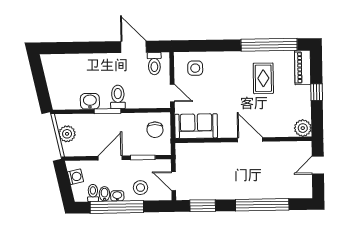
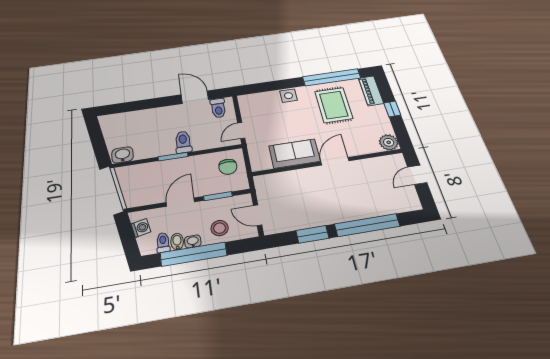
side table: (195, 68) -> (288, 96), moved
rug: (263, 78) -> (334, 105), width x1.36, depth x1.43
door: (172, 93) -> (241, 131), swing flipped
washbasin: (90, 101) -> (122, 155), moved
sofa: (196, 126) -> (294, 153), moved
plant: (67, 134) -> (129, 185), removed
door: (250, 140) -> (335, 161), hinge flipped
window: (203, 206) -> (312, 234), moved

